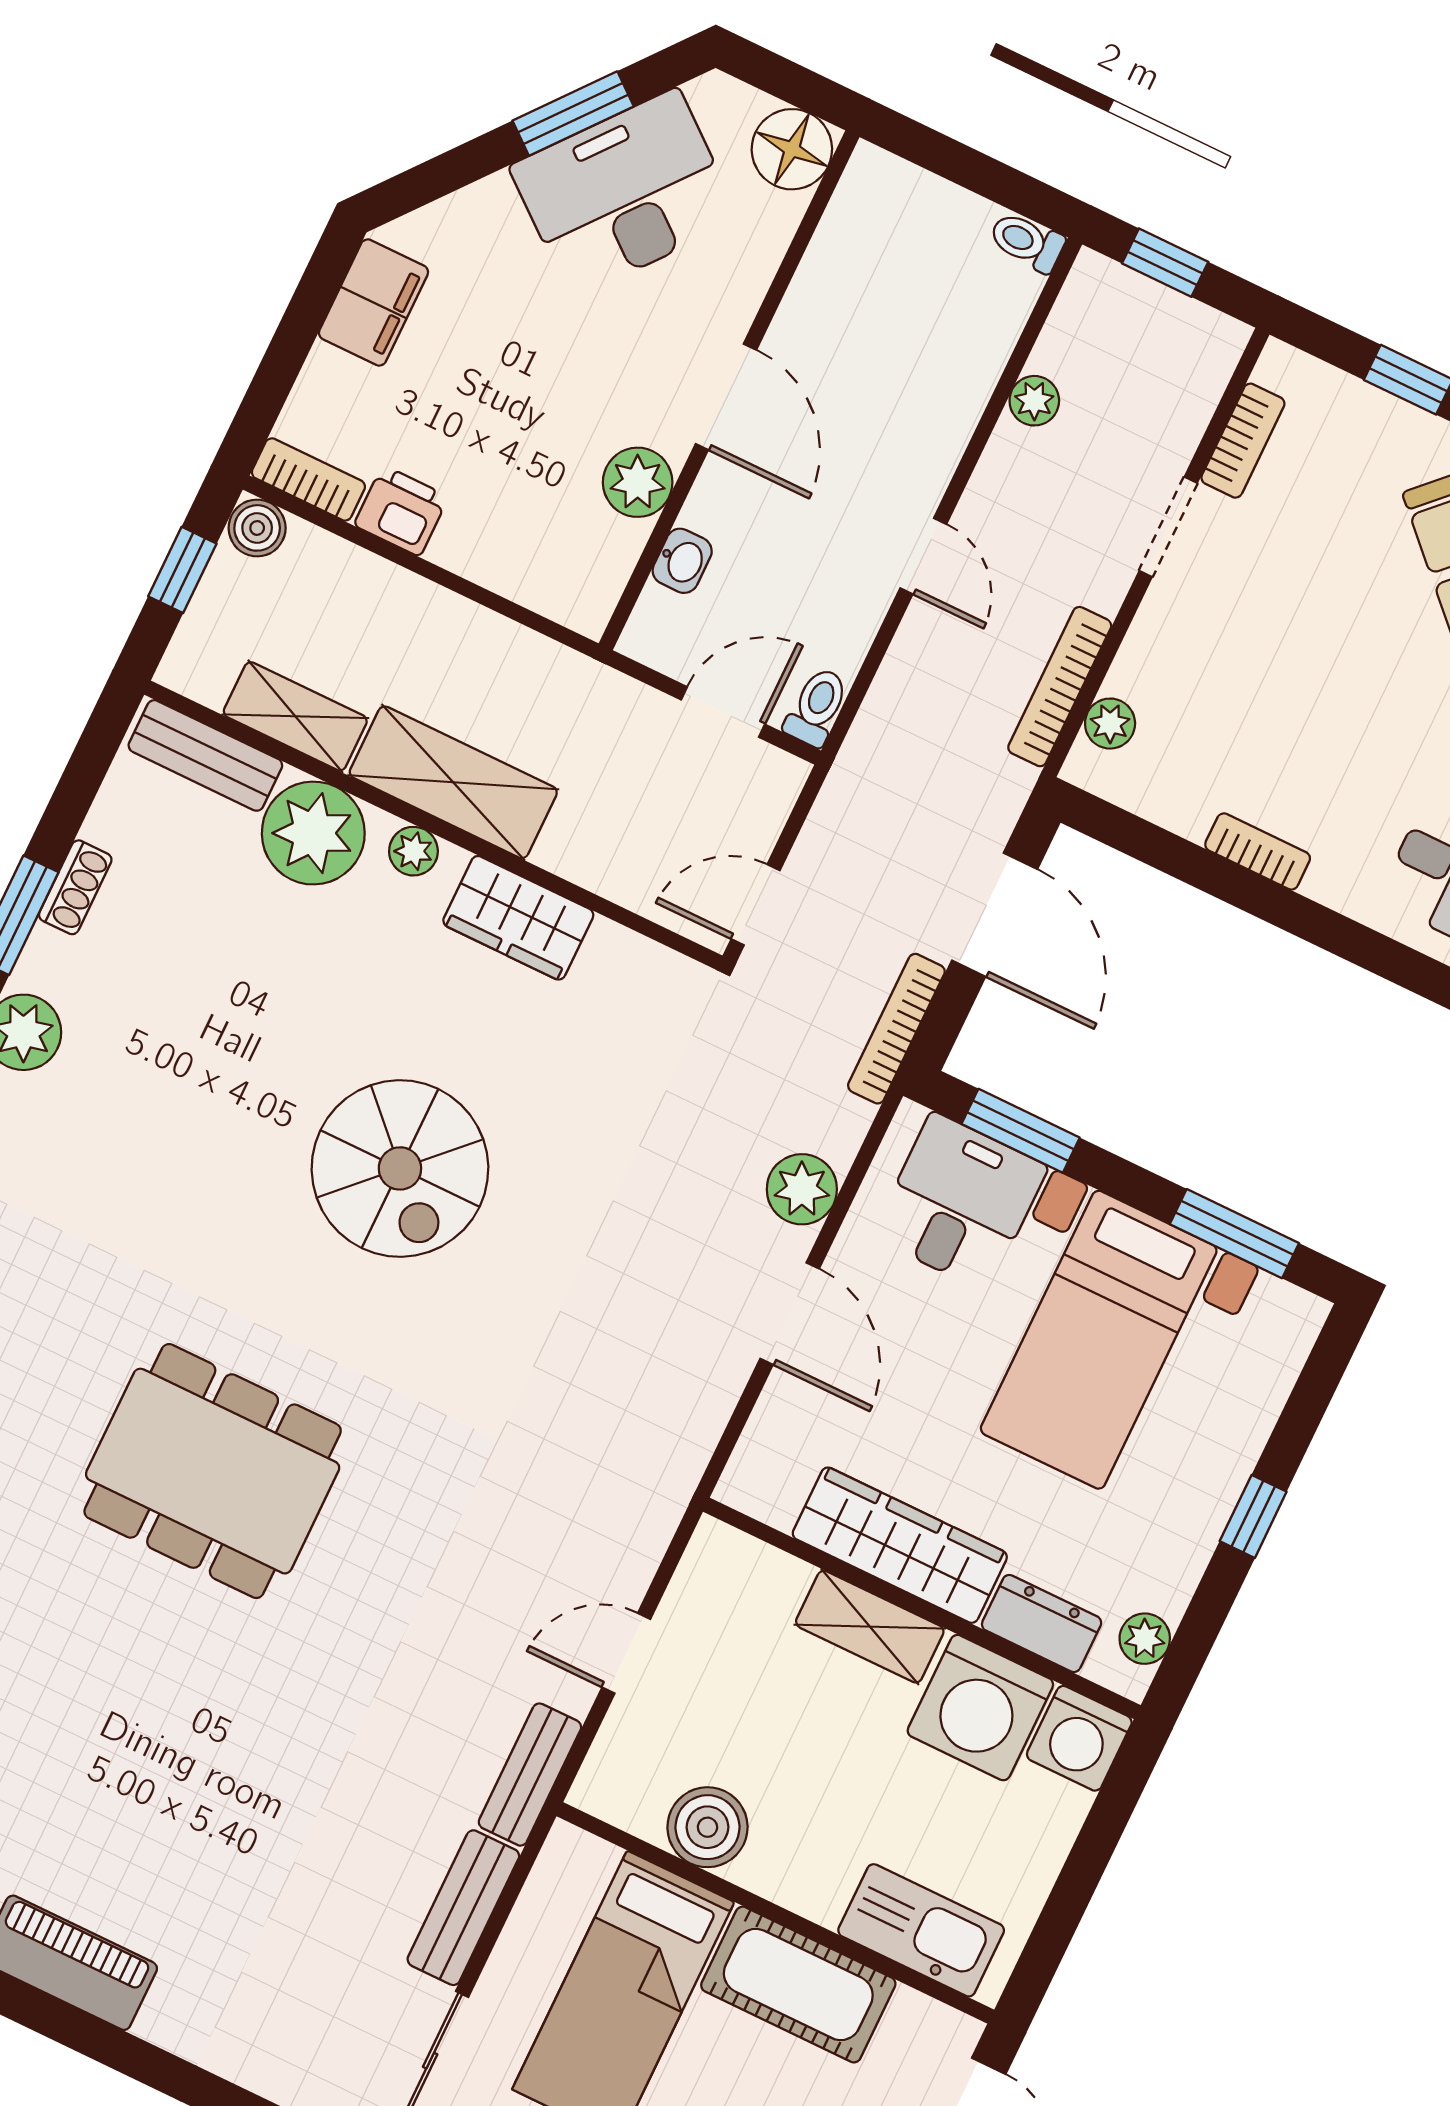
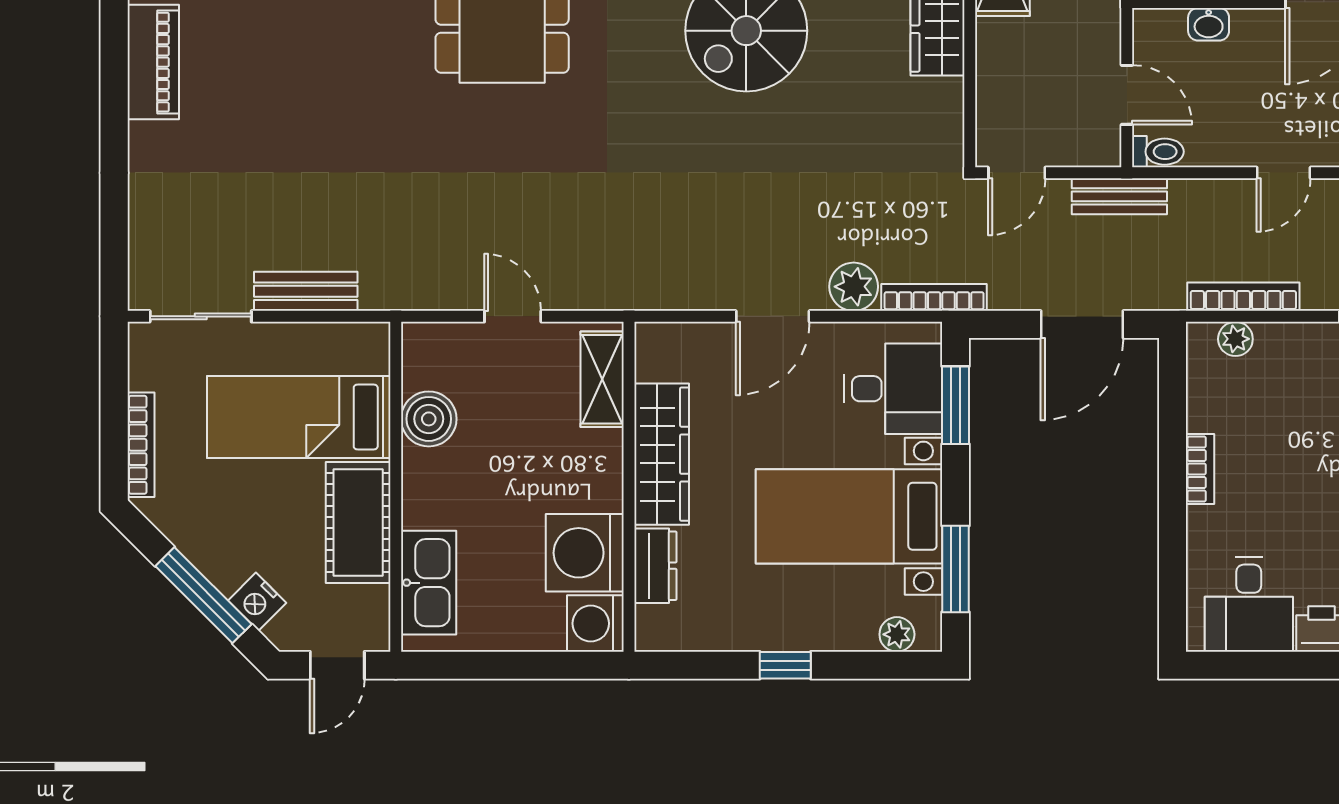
door: (756, 905) -> (1017, 173), swing flipped
bookcase: (896, 1029) -> (934, 297), moved
shelving: (870, 1627) -> (602, 379), moved
plant: (1145, 1639) -> (897, 634), moved
bench: (530, 1775) -> (1119, 196), moved

